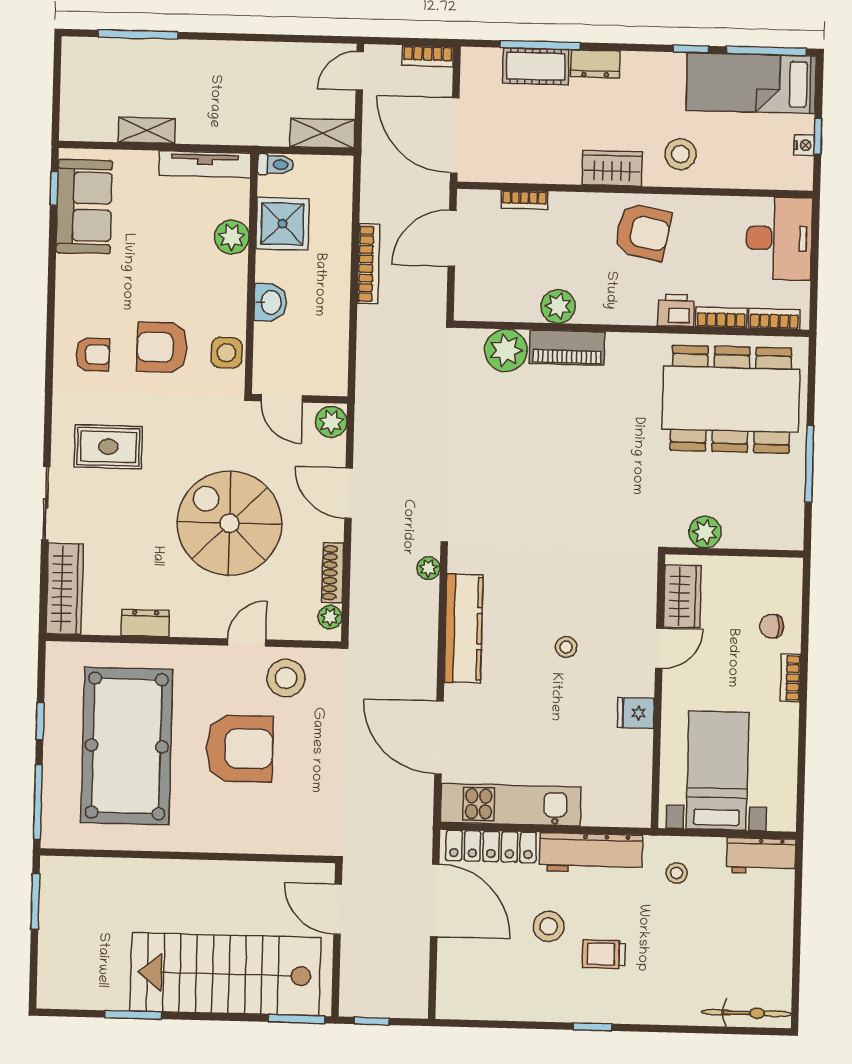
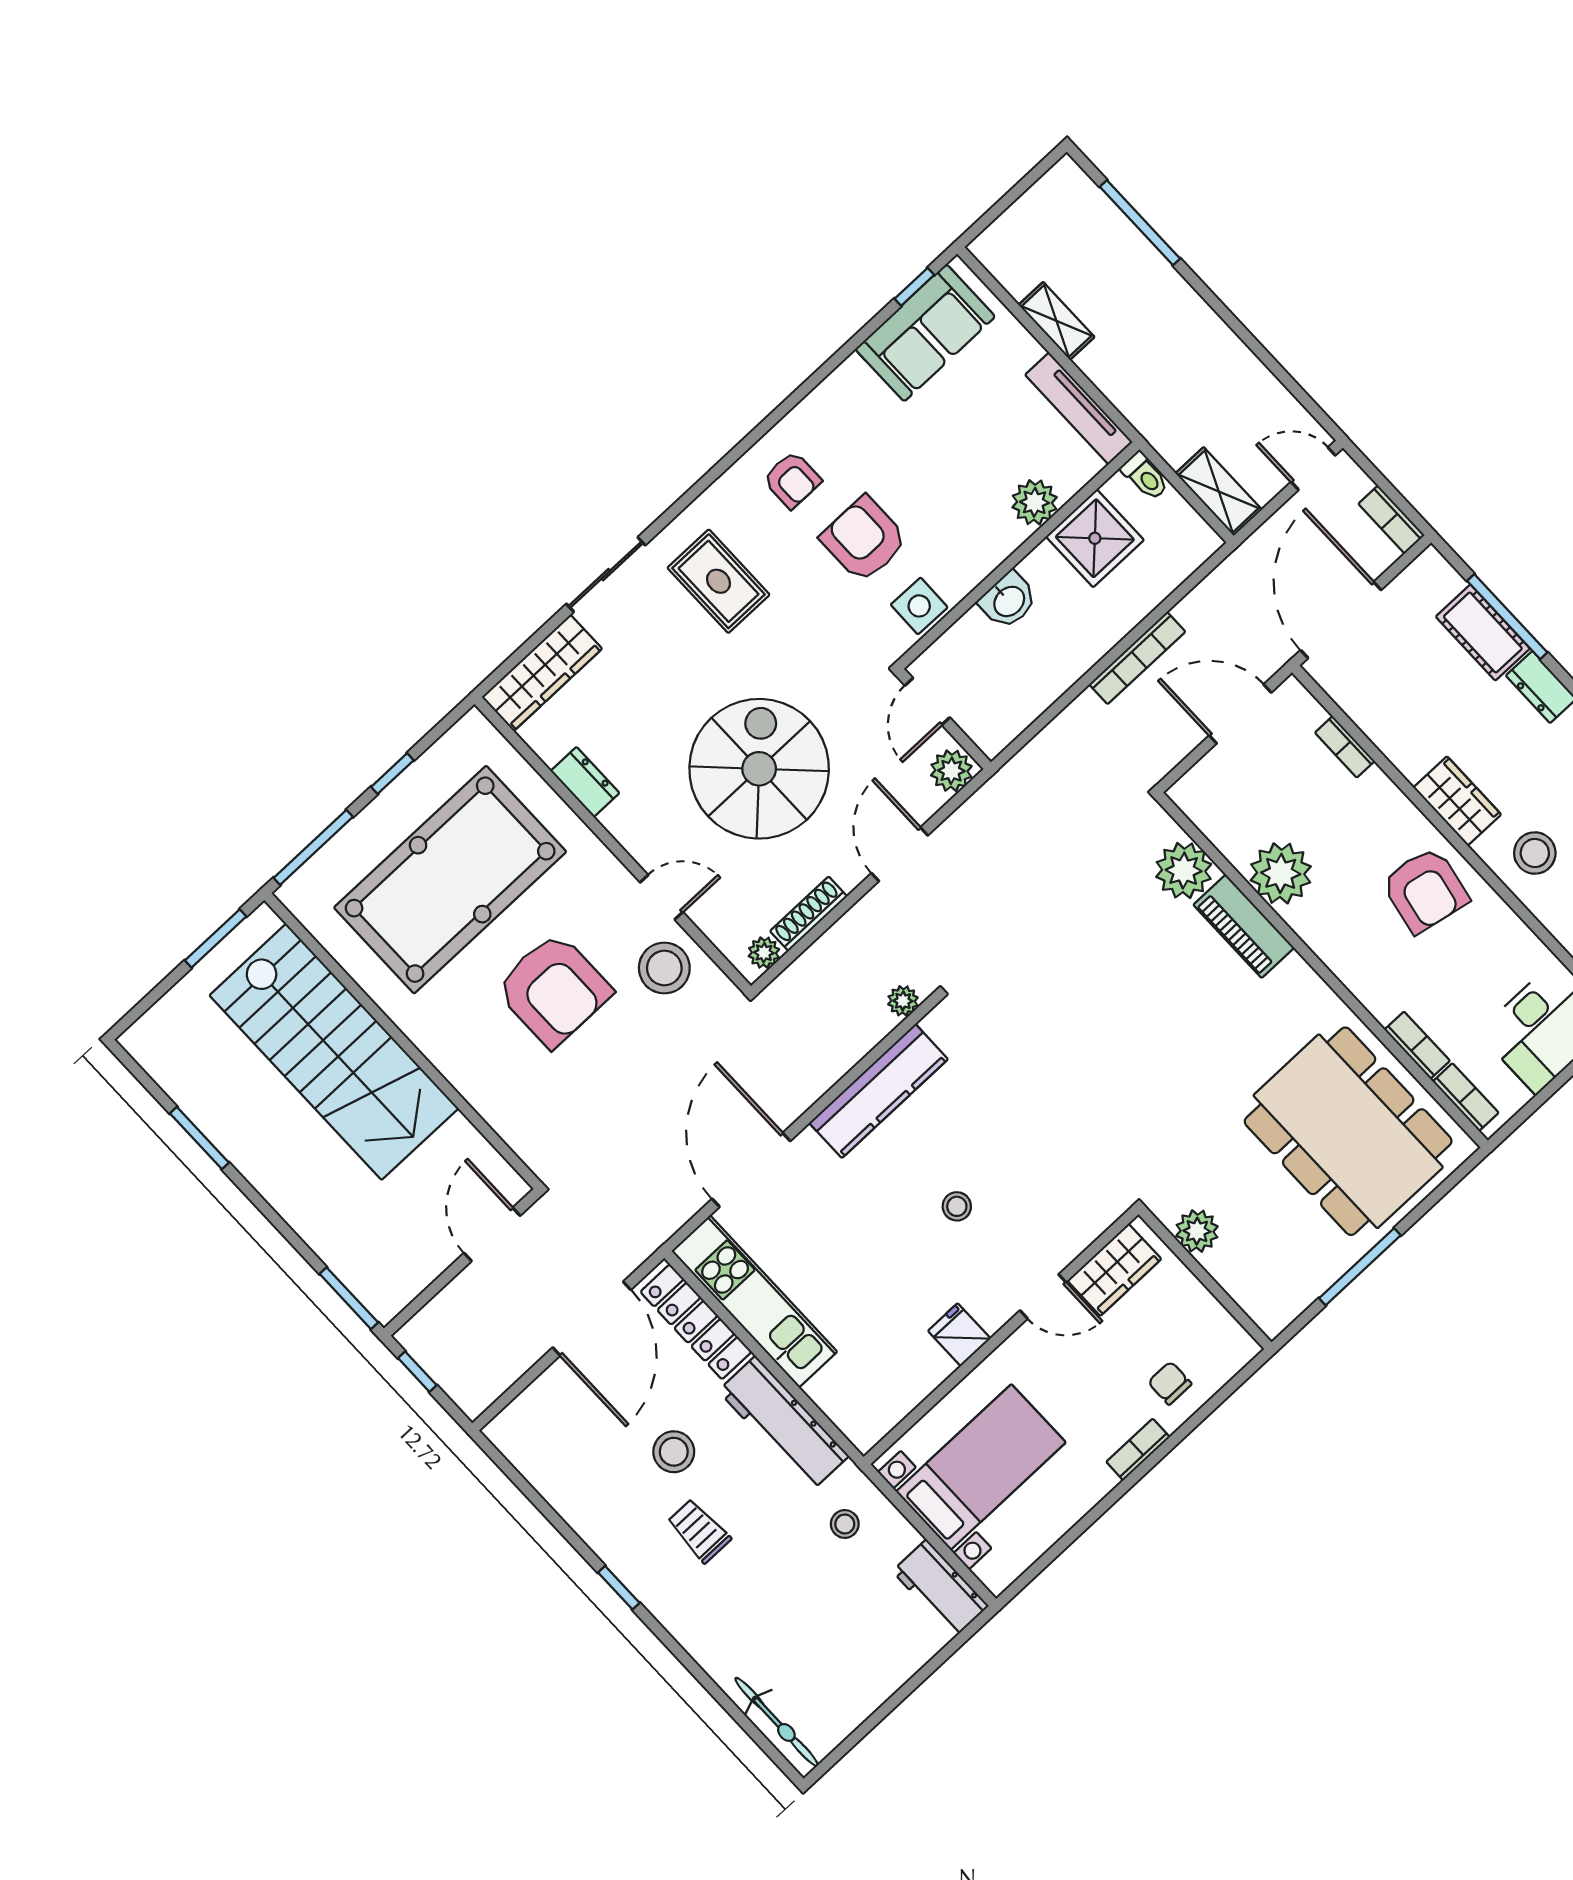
plant: (558, 306) -> (1281, 873), width x1.36, depth x1.36
printer: (676, 310) -> (1382, 995), removed
stairs: (225, 974) -> (334, 1052), moved, turned 180

